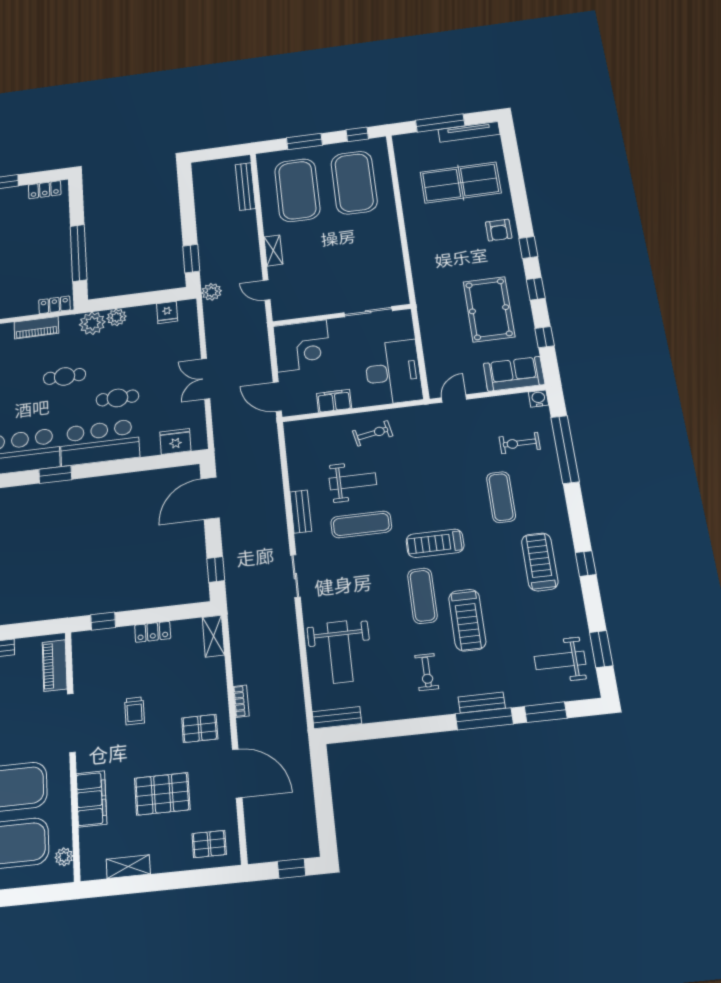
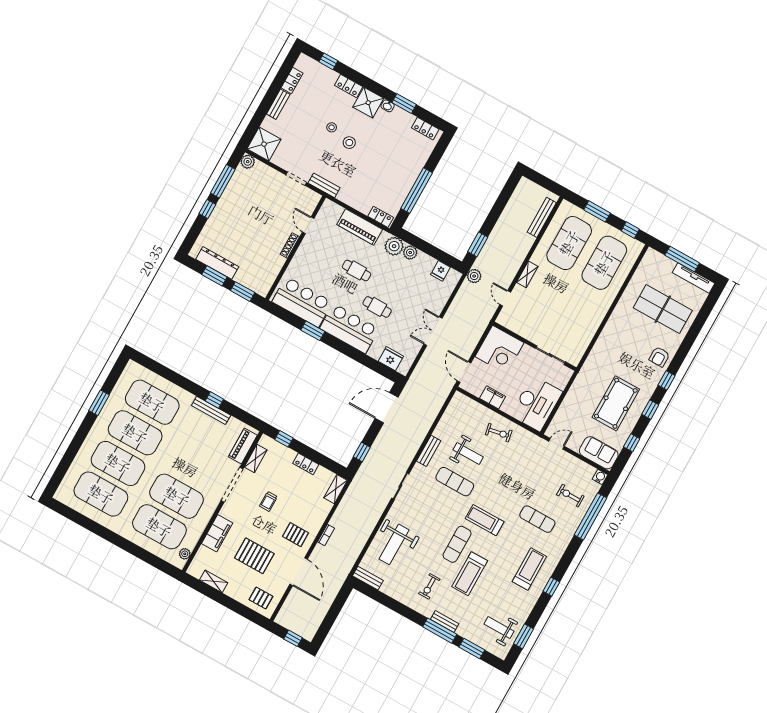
piano: (36, 328) -> (360, 227), width x1.37, depth x1.33
exercise mat: (501, 497) -> (537, 519), turned 90
shelving: (82, 670) -> (256, 459), added

